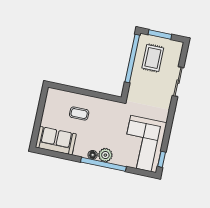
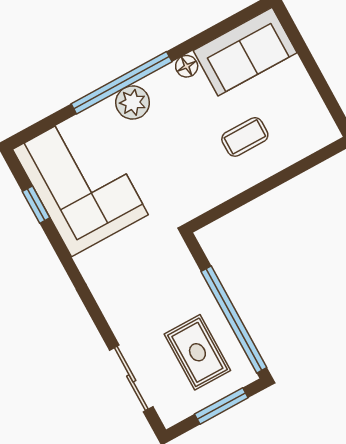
sliding door: (178, 82) -> (131, 378), moved
floor lamp: (93, 155) -> (187, 66), moved
window: (162, 159) -> (36, 205), moved

